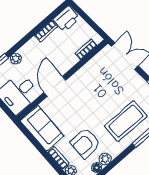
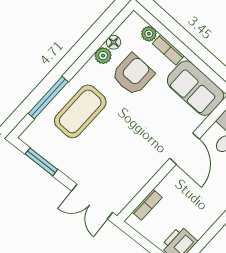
bookcase: (46, 31) -> (205, 224), removed

